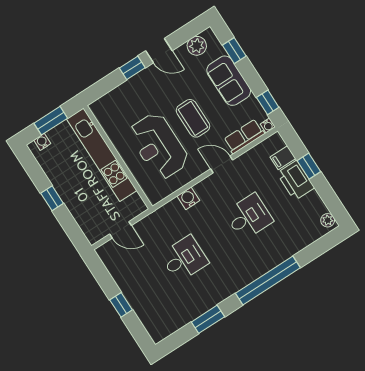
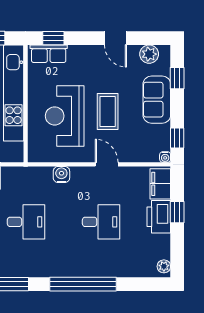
window: (132, 68) -> (53, 38), moved
row of seats: (244, 137) -> (49, 54), moved, turned 180
filing cabinet: (283, 158) -> (160, 184), width x2.00

